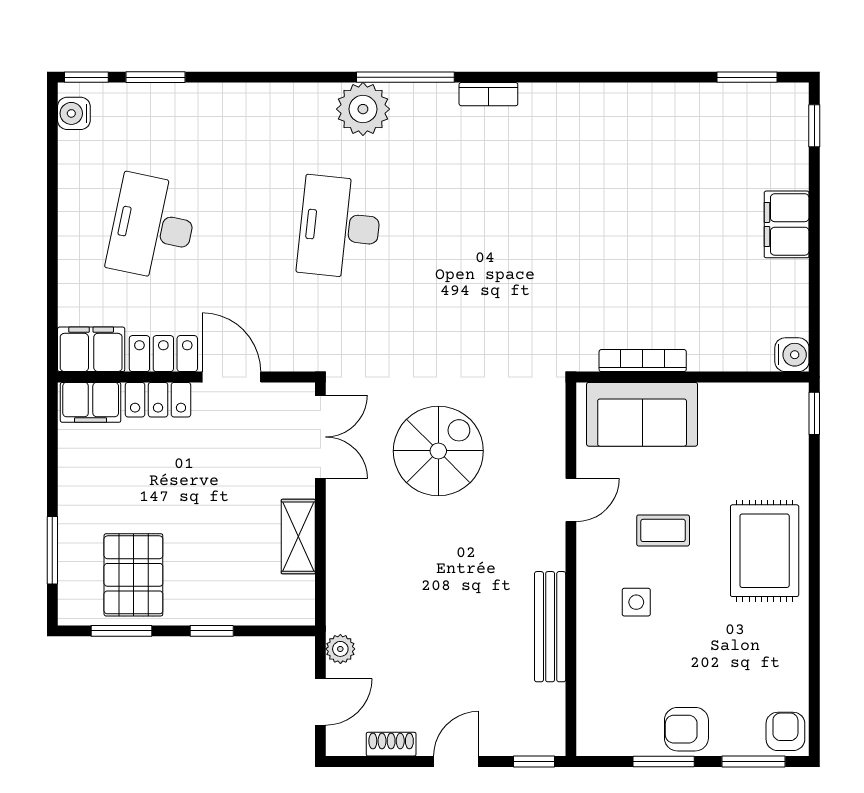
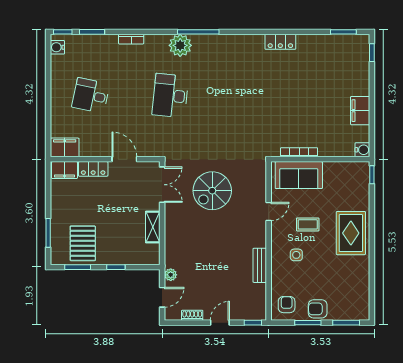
bookcase: (488, 94) -> (131, 39), moved
filing cabinet: (787, 224) -> (360, 111), moved
desk: (153, 227) -> (91, 96), width x0.73
locker: (163, 354) -> (280, 42), moved, turned 180
spiral stairs: (438, 451) -> (212, 191), turned 180
bench: (550, 627) -> (260, 265), width x0.73
armchair: (785, 731) -> (287, 305), moved

